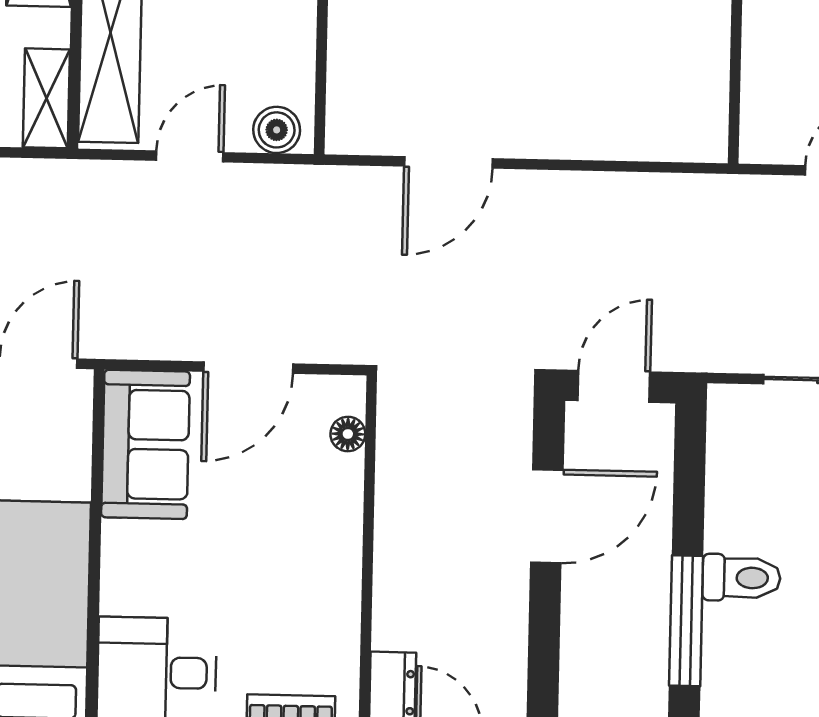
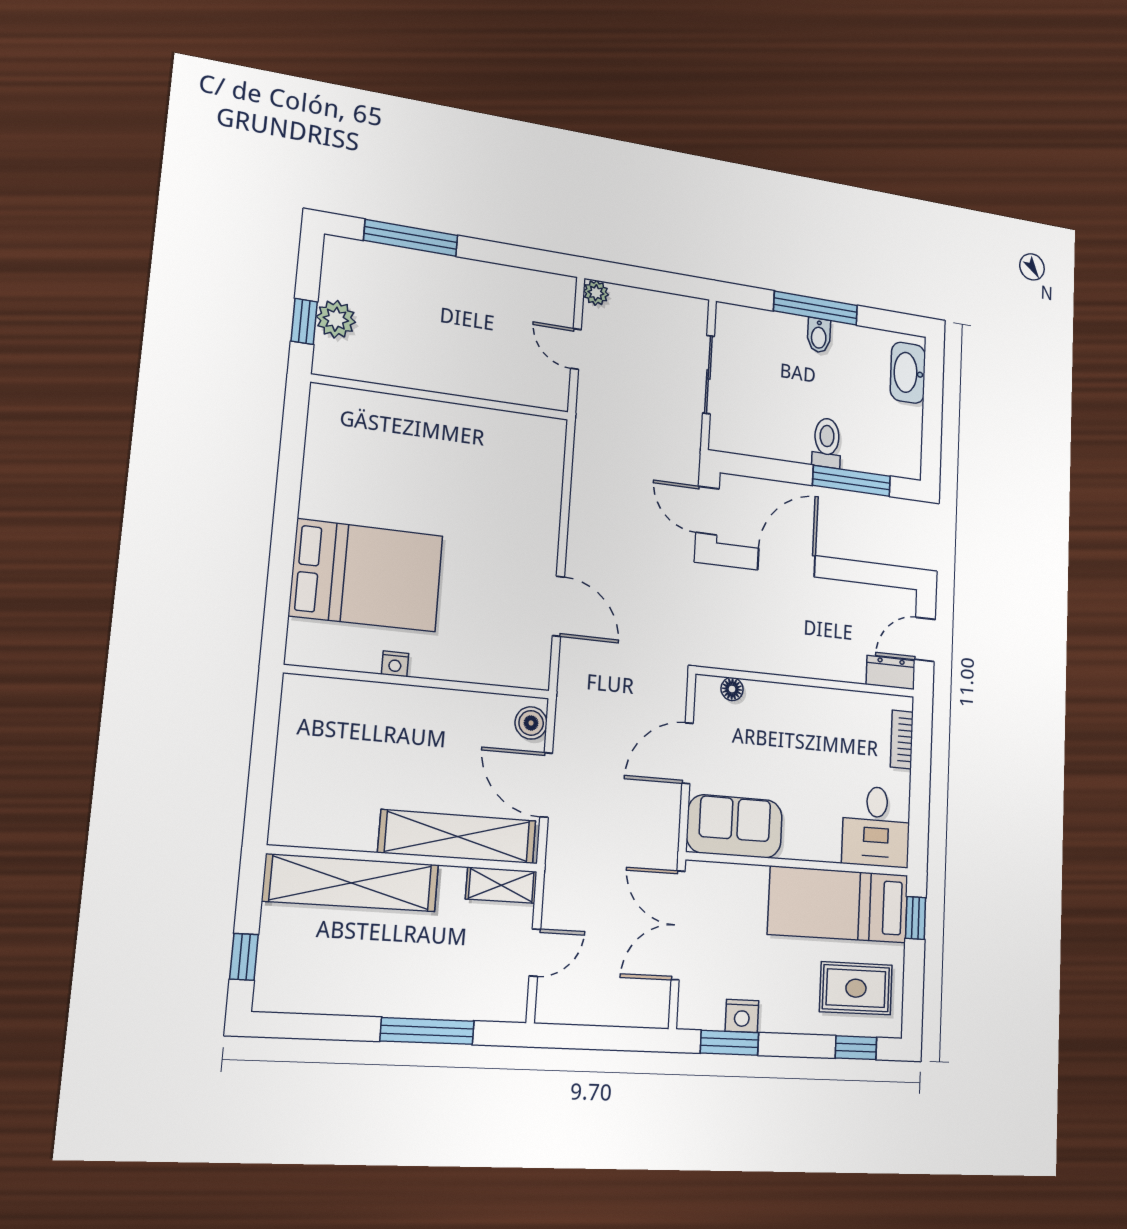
door: (190, 156) -> (546, 785), width x1.38
door: (248, 368) -> (688, 753), swing flipped
door: (547, 516) -> (787, 563), hinge flipped

